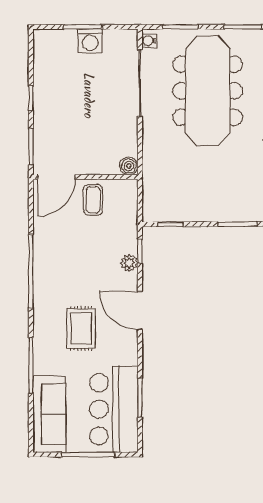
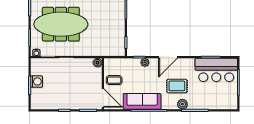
plant: (44, 340) -> (182, 104), added
sofa: (49, 414) -> (142, 101), moved

